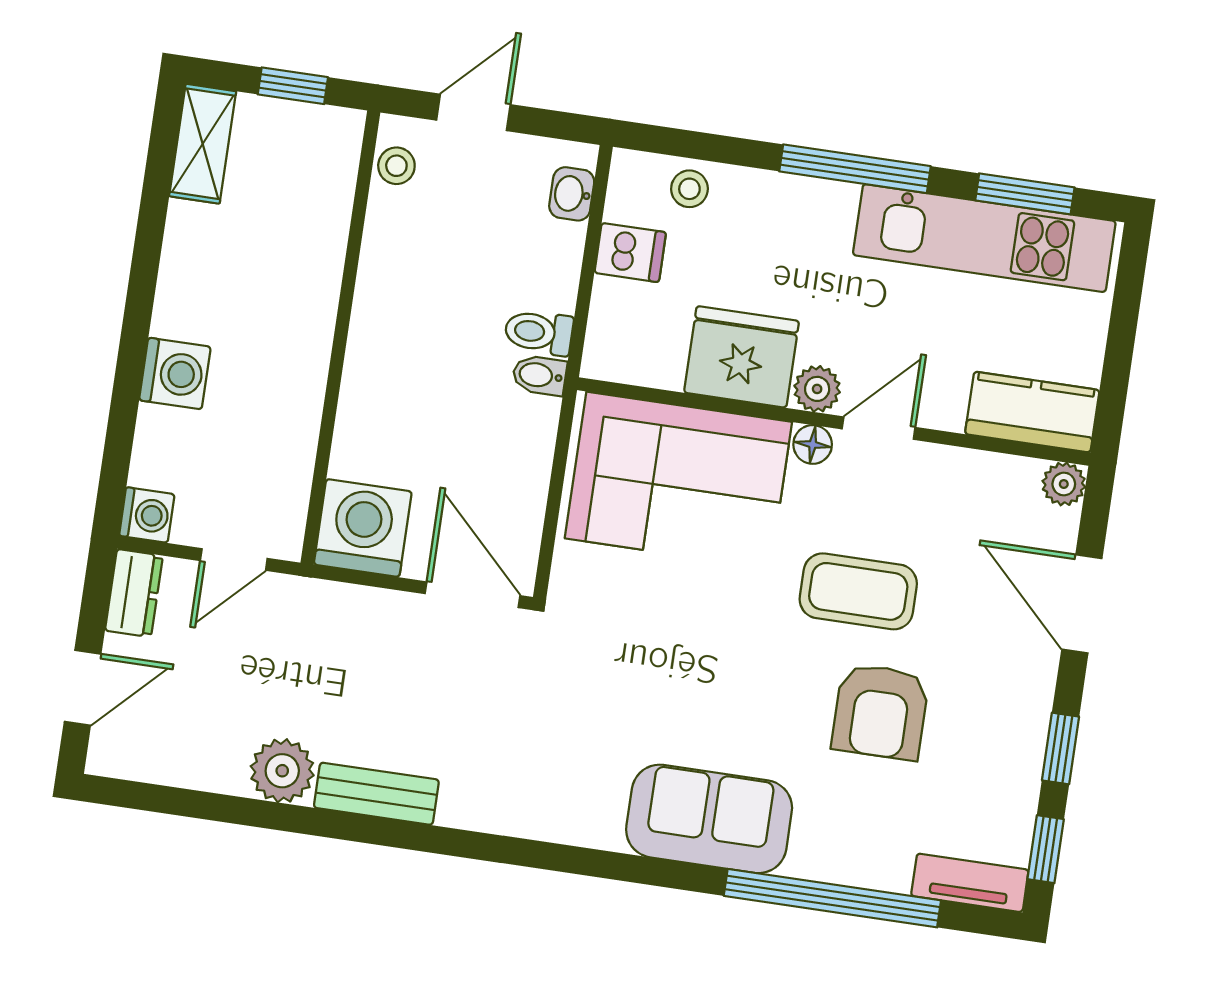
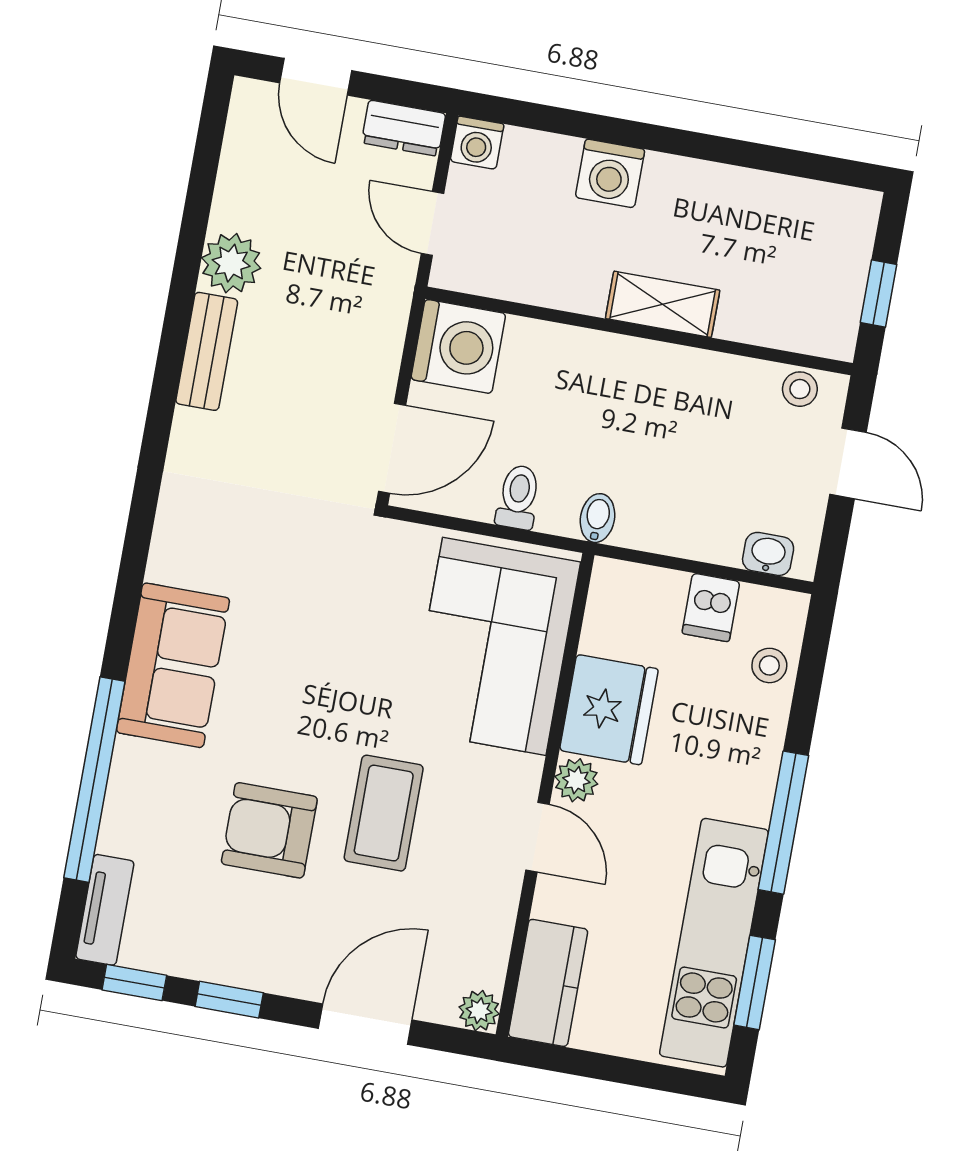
shelving: (203, 144) -> (663, 304), moved
toilet: (539, 332) -> (518, 497), moved
floor lamp: (813, 444) -> (524, 774), removed

